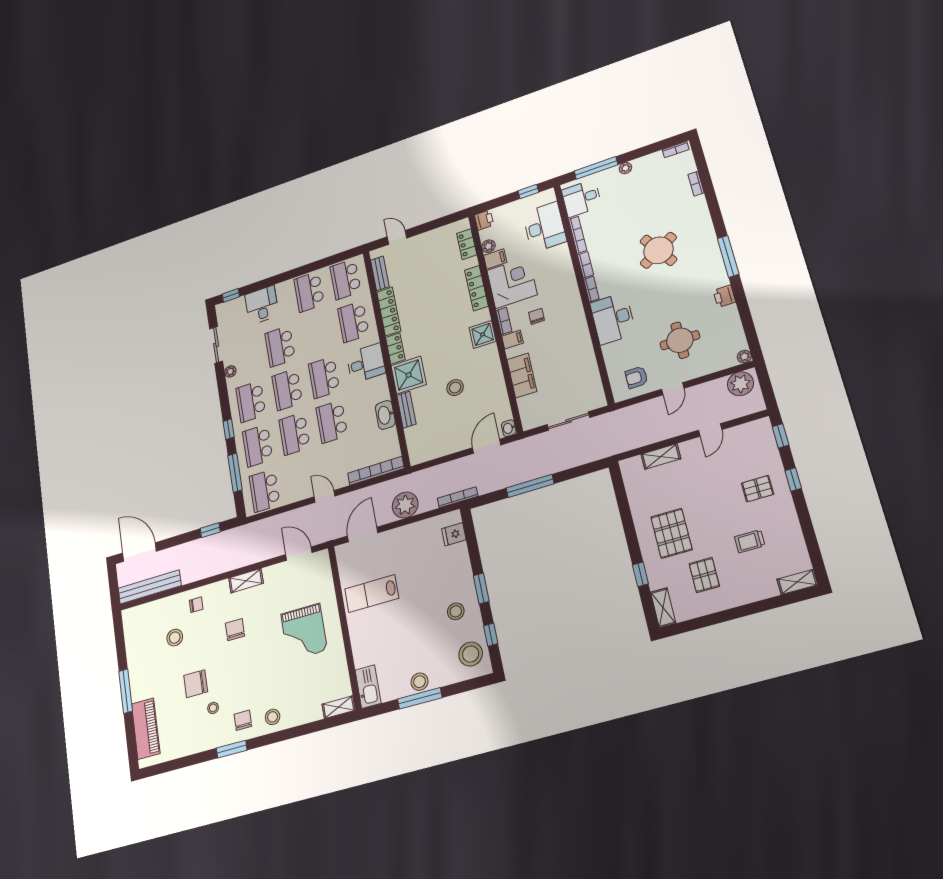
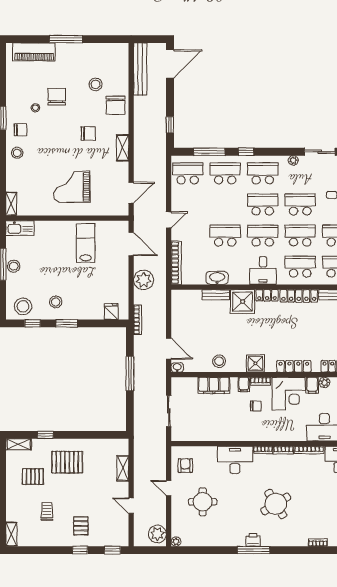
printer: (724, 296) -> (253, 540), moved
stool: (455, 388) -> (219, 361), moved
school desk: (294, 434) -> (300, 236), moved
chair: (196, 605) -> (116, 105), width x1.87, depth x1.87

